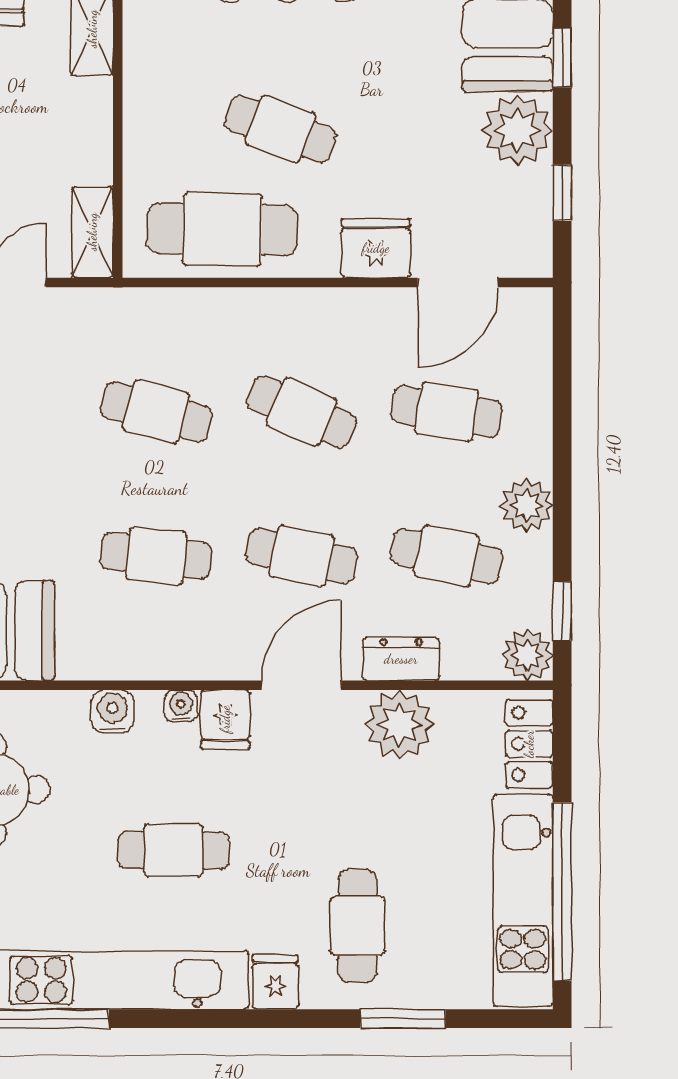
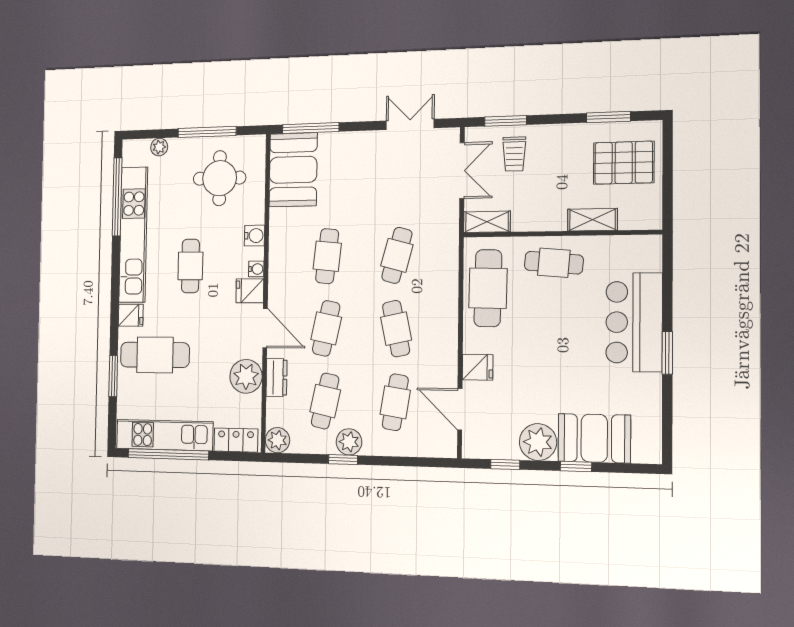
cafe table: (280, 129) -> (554, 263), moved, turned 75
fridge: (376, 248) -> (478, 367), width x0.72
cafe table: (301, 412) -> (396, 329), turned -36
window: (562, 611) -> (343, 460), moved
cafe table: (358, 926) -> (155, 355), width x1.37, depth x1.35

